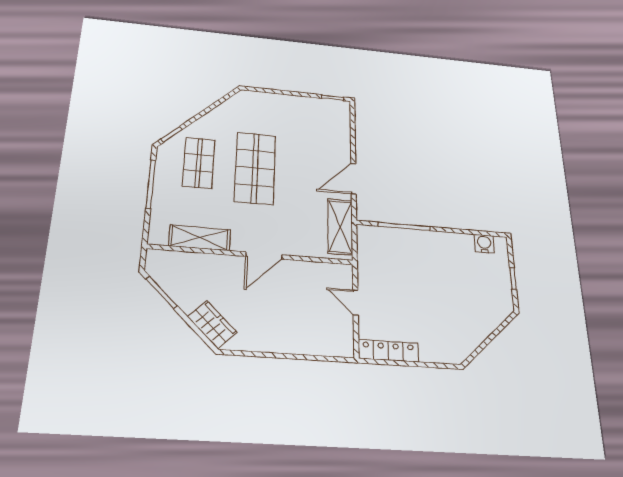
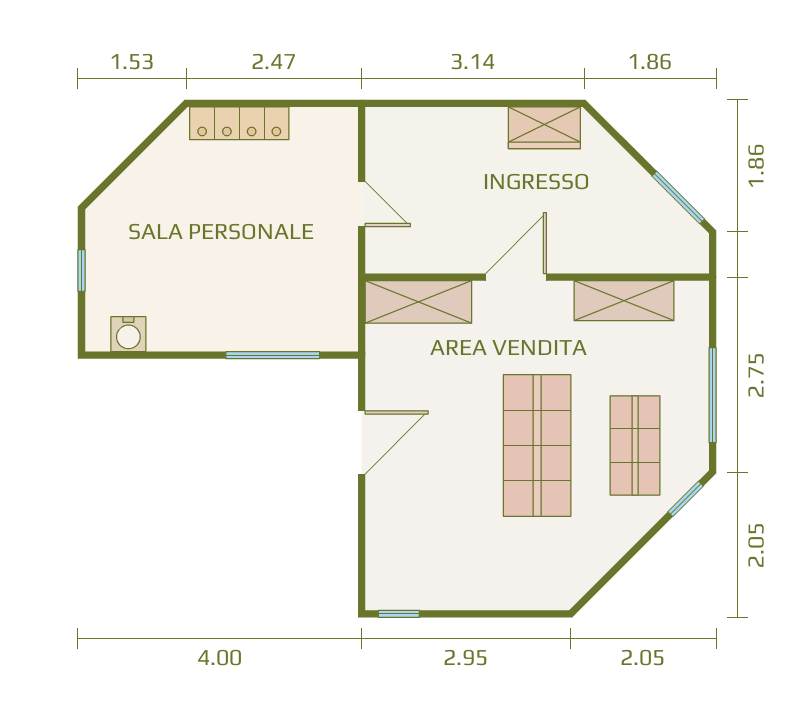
shelving: (340, 227) -> (418, 302), moved, turned 90
wardrobe: (212, 324) -> (544, 128), moved, turned -45
locker: (388, 351) -> (239, 123), moved

